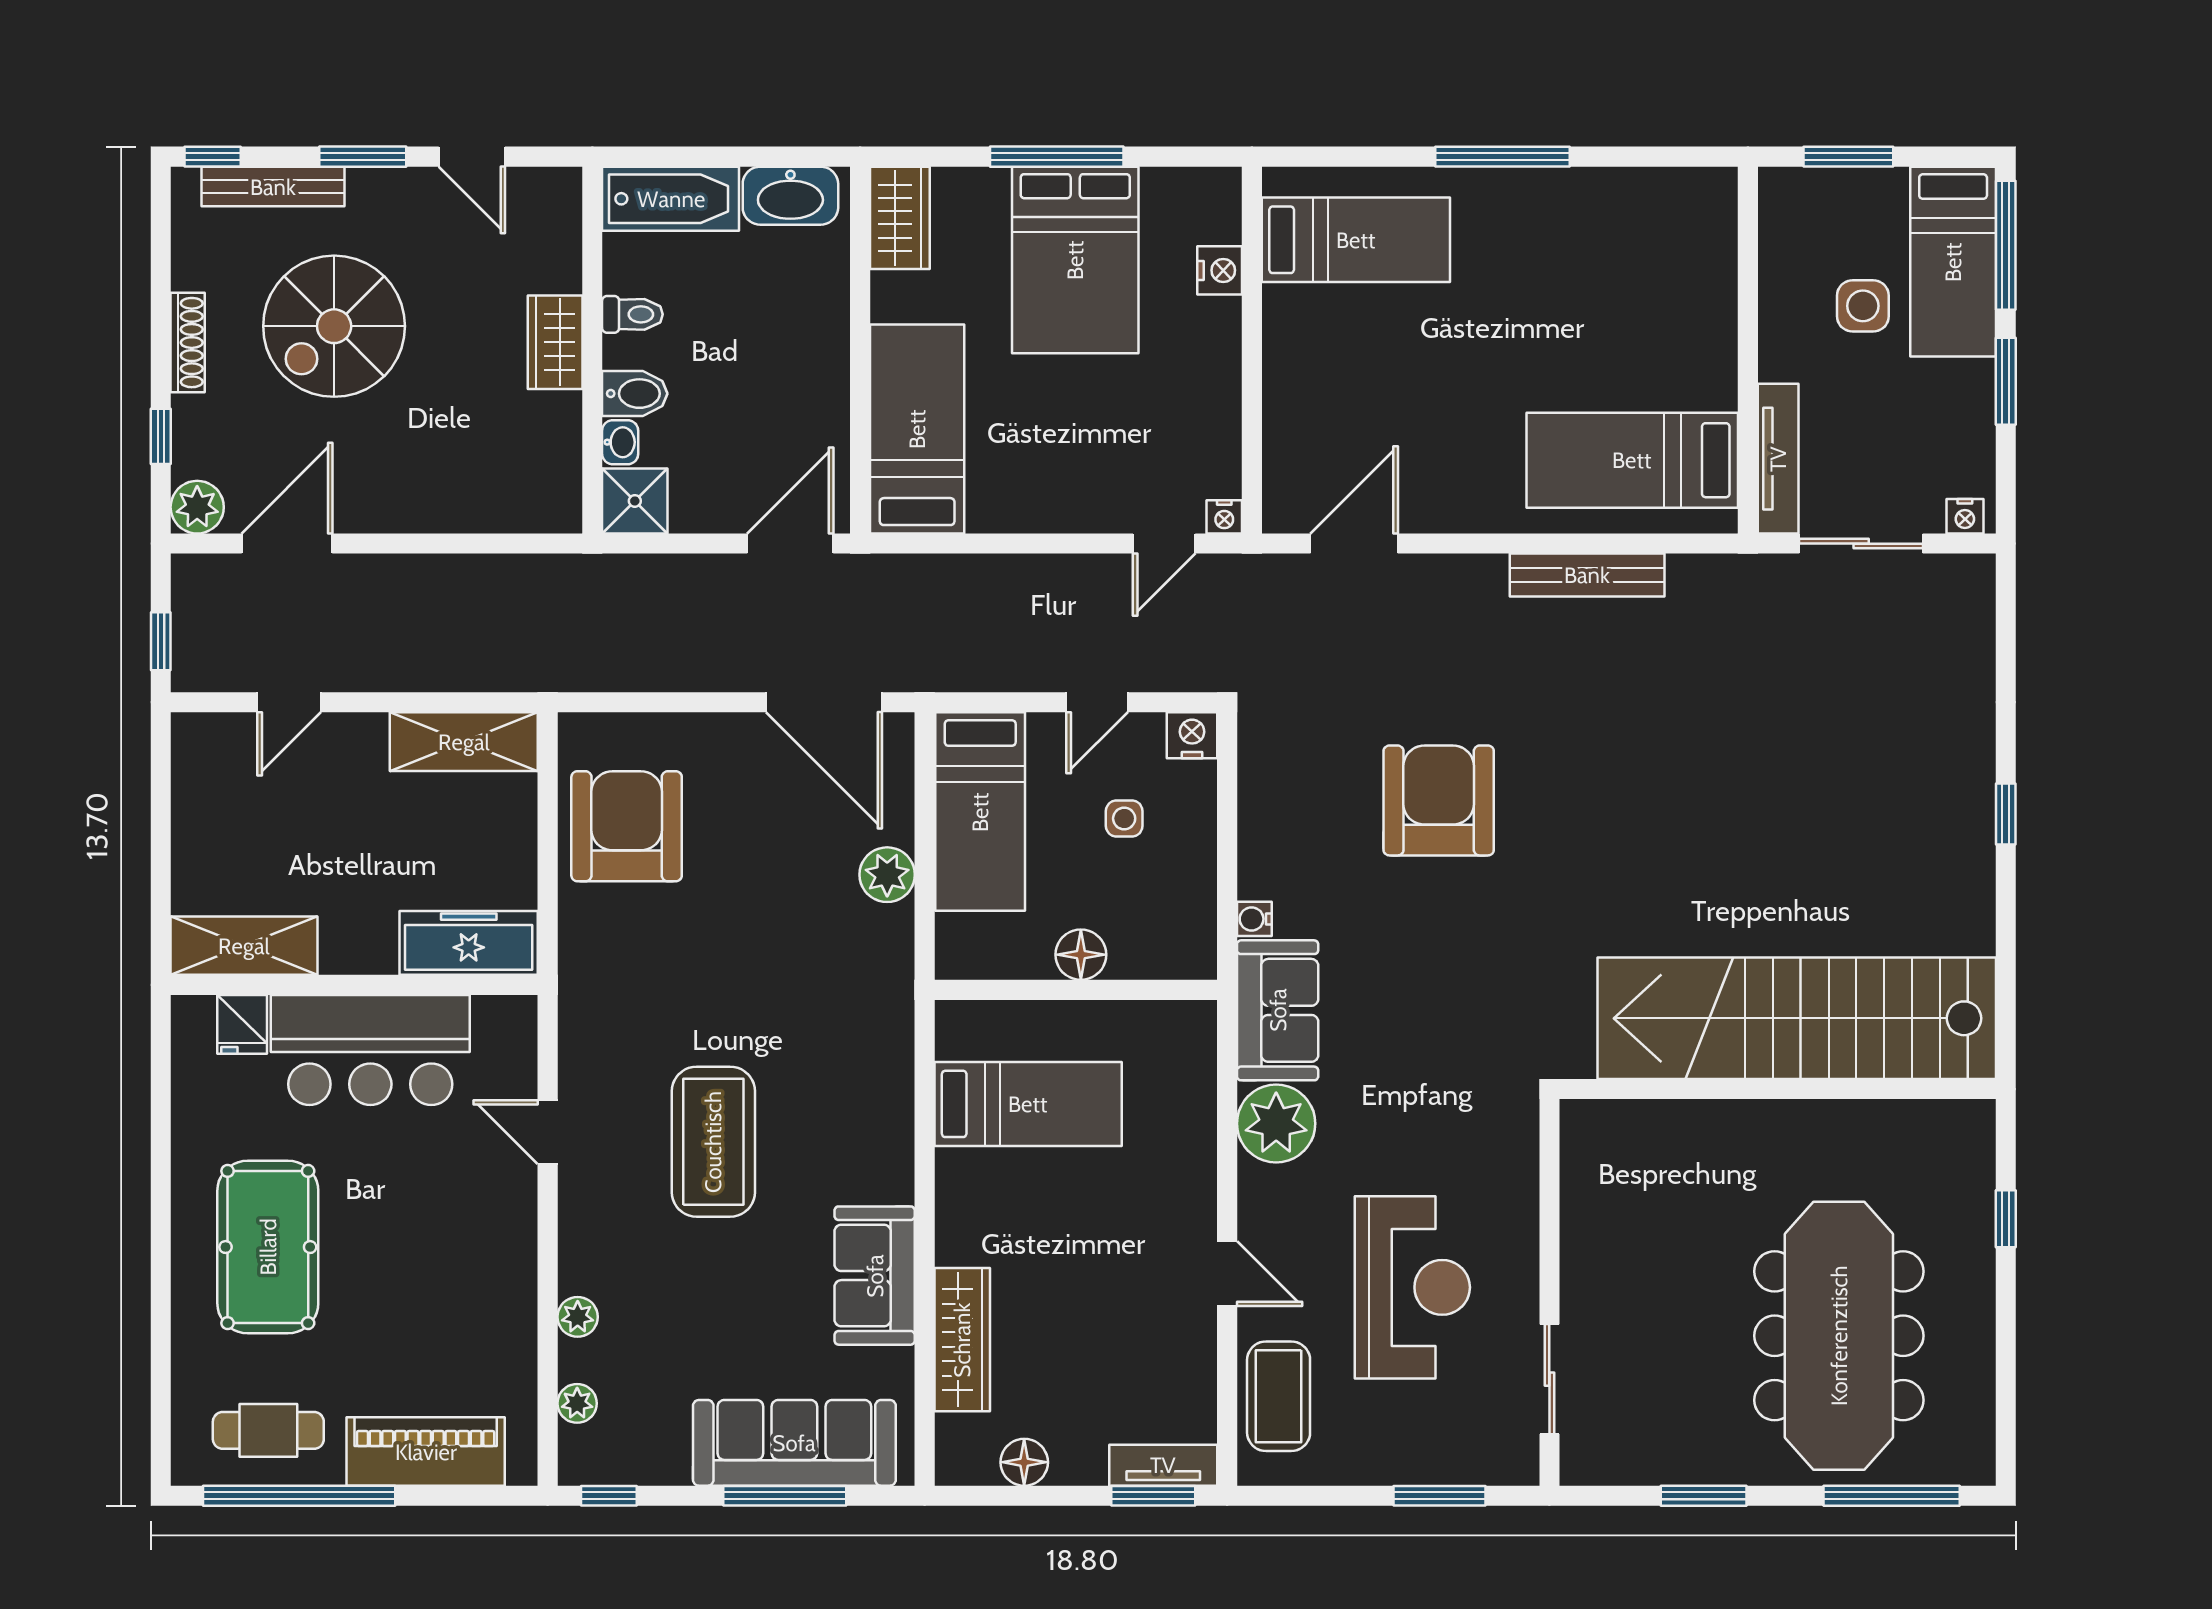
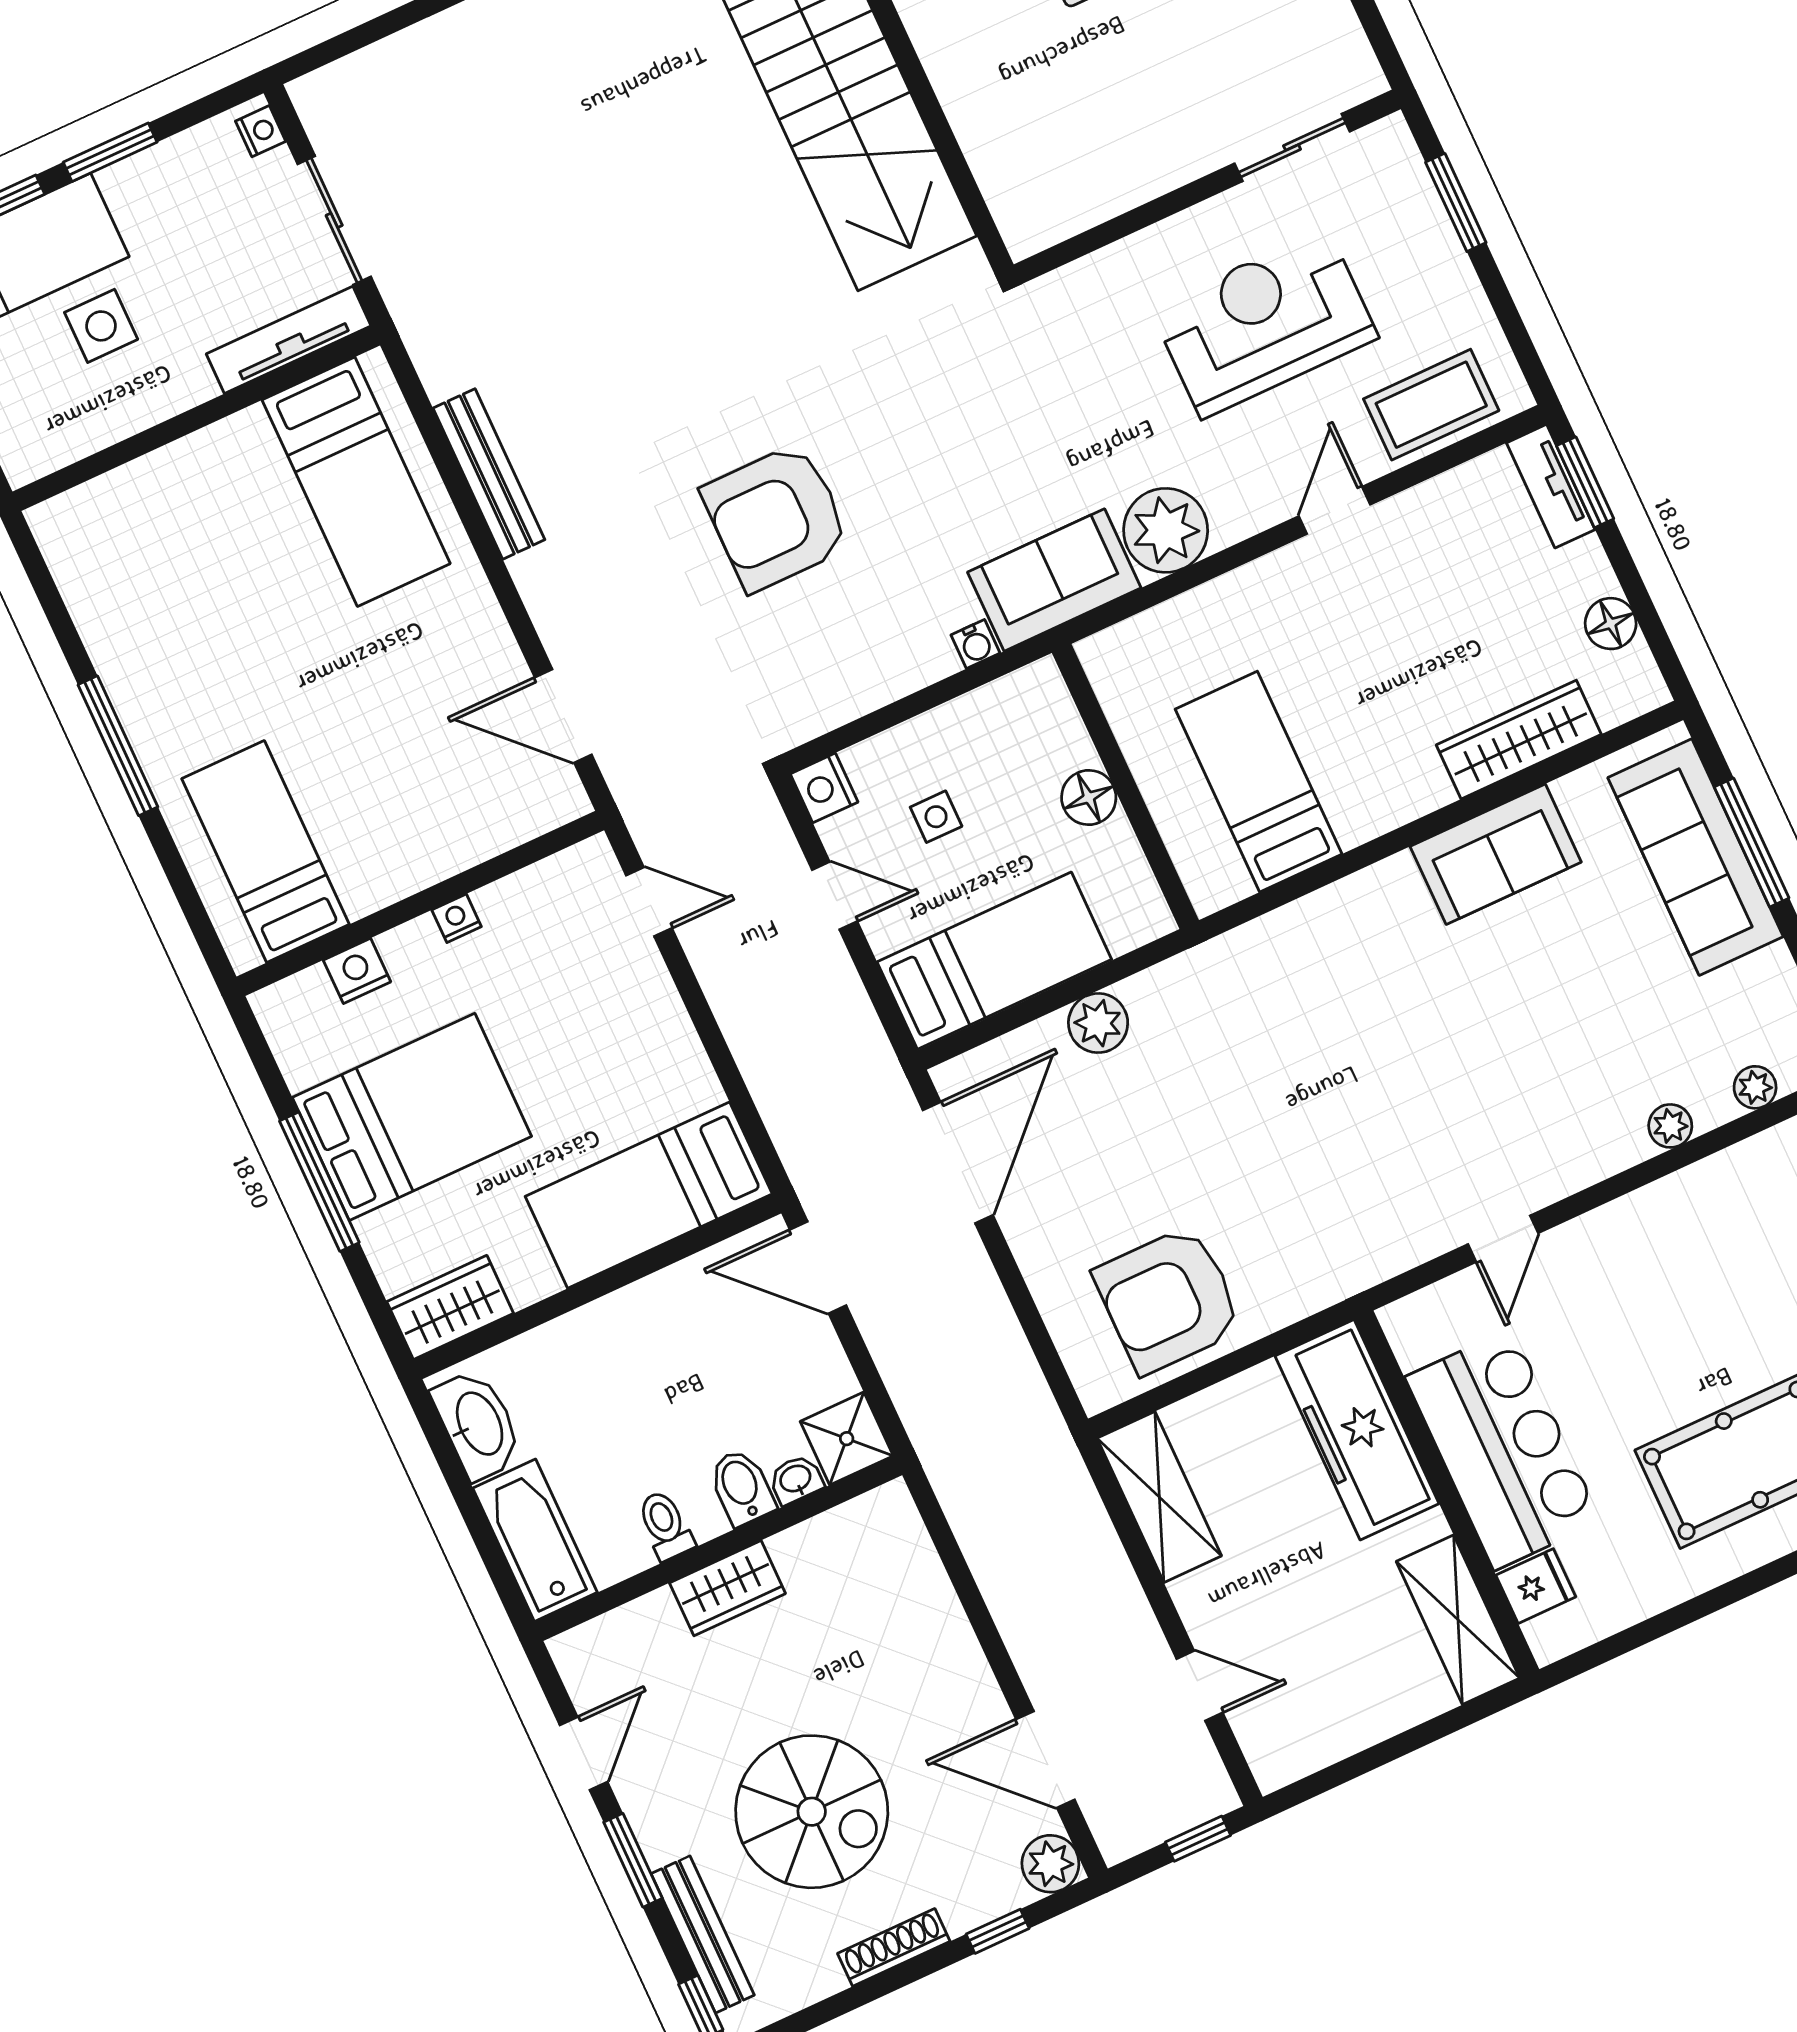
nightstand: (1224, 517) -> (457, 918), moved, turned -90
freezer: (469, 943) -> (1357, 1430), width x1.36, depth x1.26
coffee table: (713, 1142) -> (1438, 1072), removed

